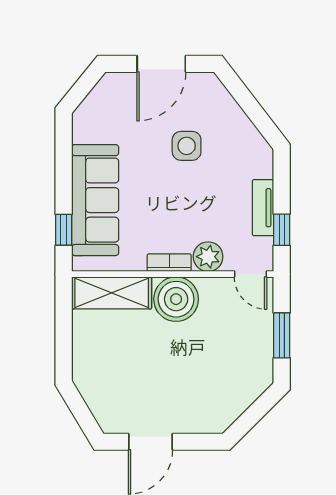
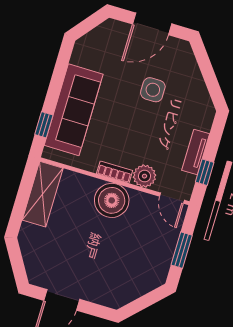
shelving: (112, 293) -> (43, 194), moved, turned 90

